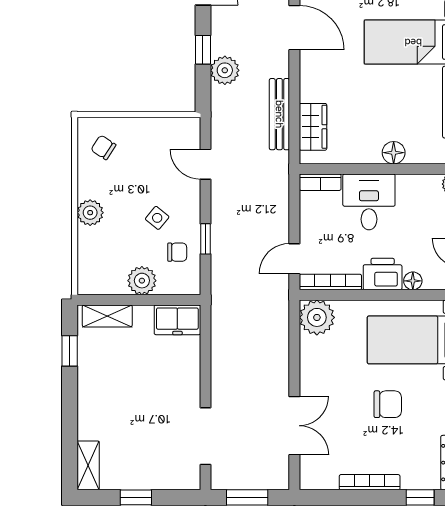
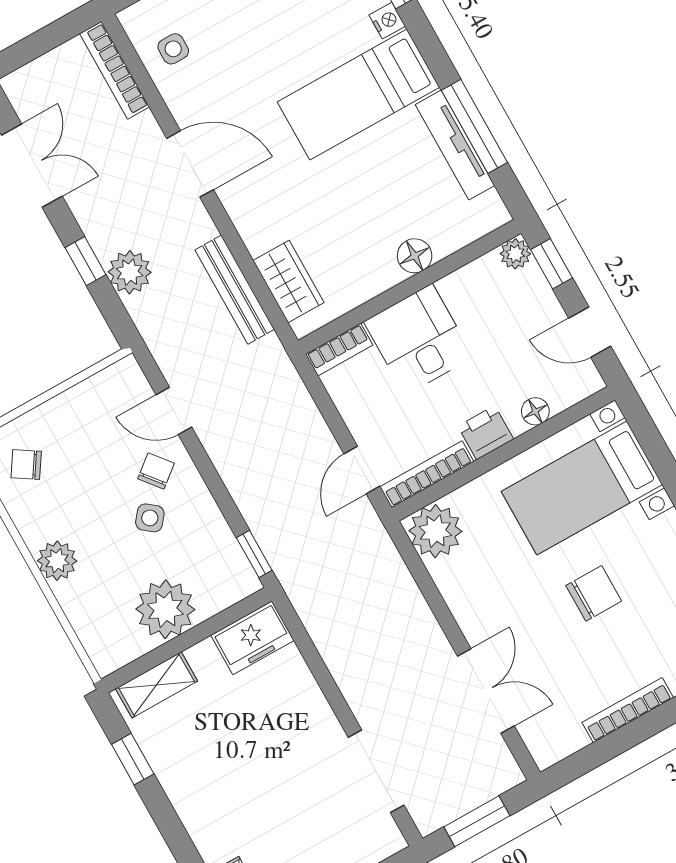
window: (205, 239) -> (254, 554), moved
chair: (177, 252) -> (156, 471), moved, turned -39
printer: (383, 274) -> (486, 433), width x0.73, depth x0.81
plant: (142, 281) -> (165, 609), width x1.36, depth x1.36

